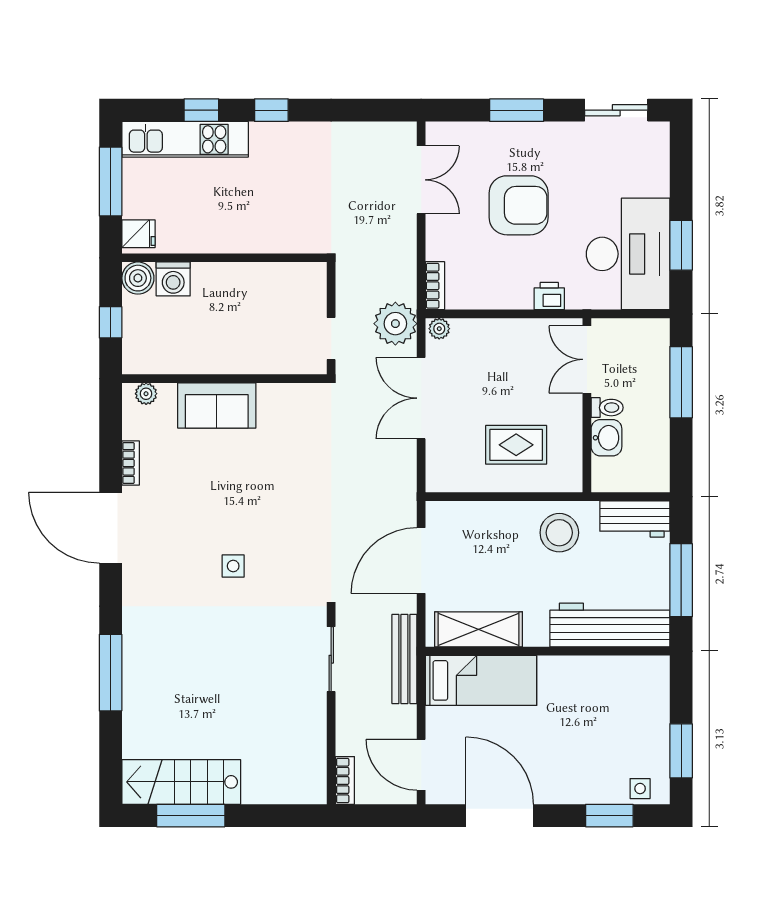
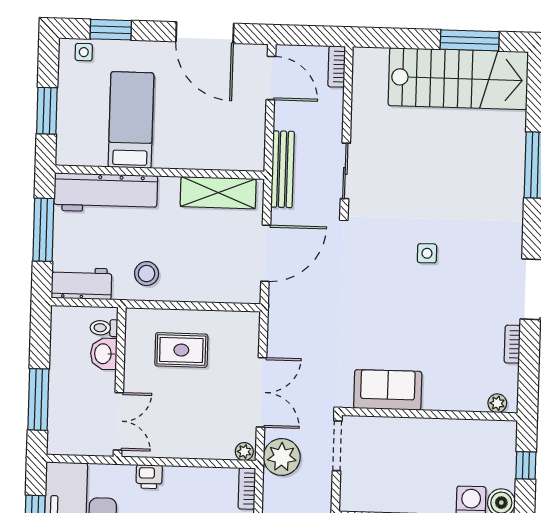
doorway: (331, 339) -> (337, 446), width x1.38
sofa: (217, 405) -> (388, 390), moved
toilet: (607, 408) -> (104, 328), moved
stool: (559, 533) -> (147, 274), width x0.73, depth x0.73
bed: (481, 680) -> (131, 120), moved, turned 90
window: (681, 751) -> (47, 111), moved
stairs: (181, 782) -> (458, 79), width x1.36, depth x1.51

